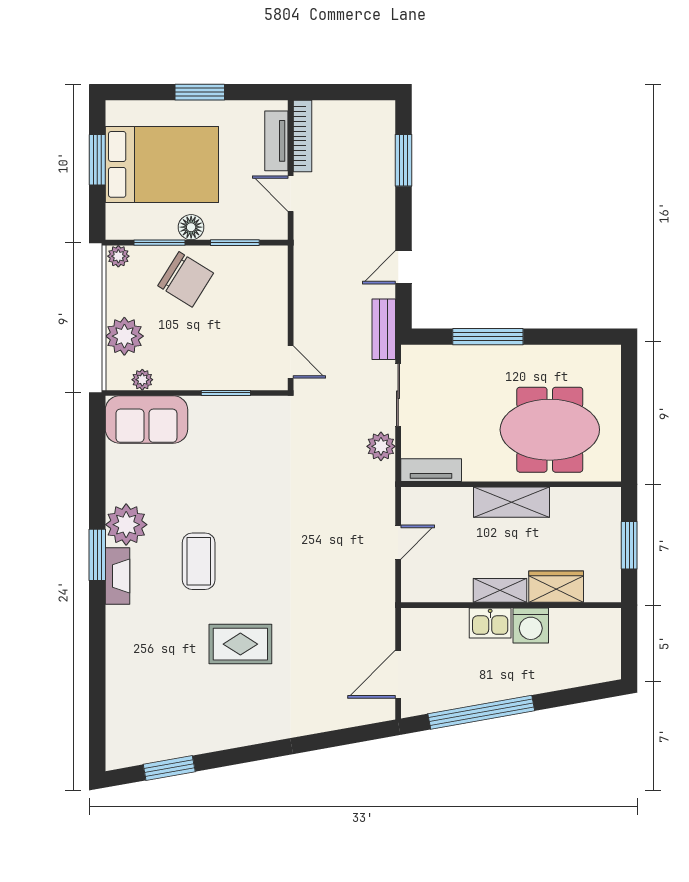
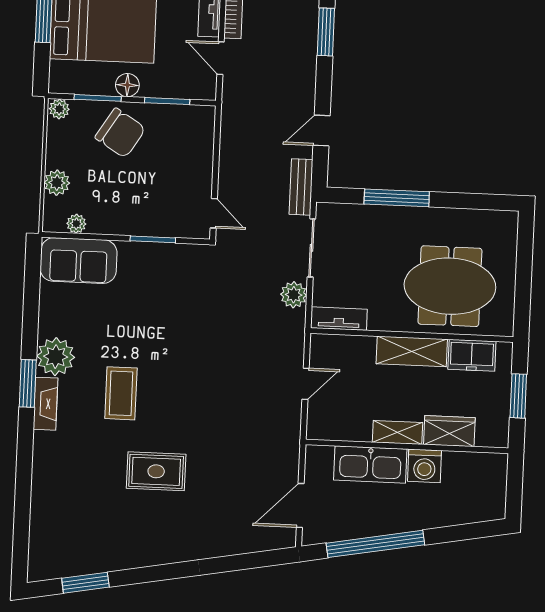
plant: (124, 336) -> (57, 183), width x0.73, depth x0.73
freezer: (577, 503) -> (472, 355), added
kitchen sink: (490, 623) -> (370, 465), width x1.88, depth x1.24

